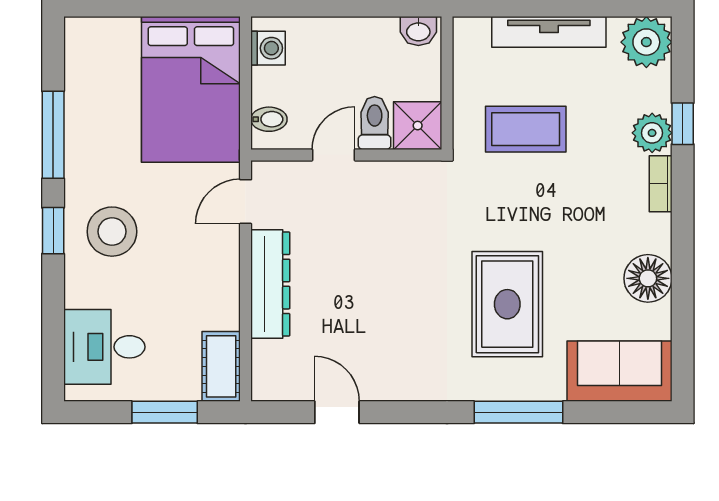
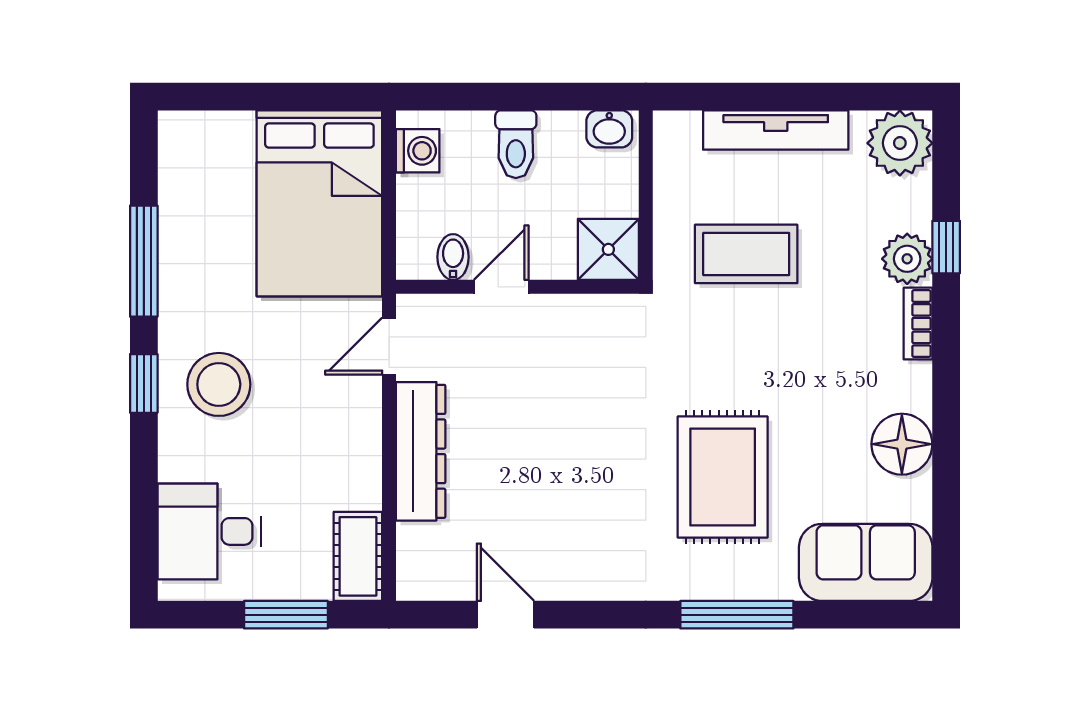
bidet: (269, 119) -> (453, 257), moved, turned -90
toilet: (375, 123) -> (516, 144), moved, turned 180

